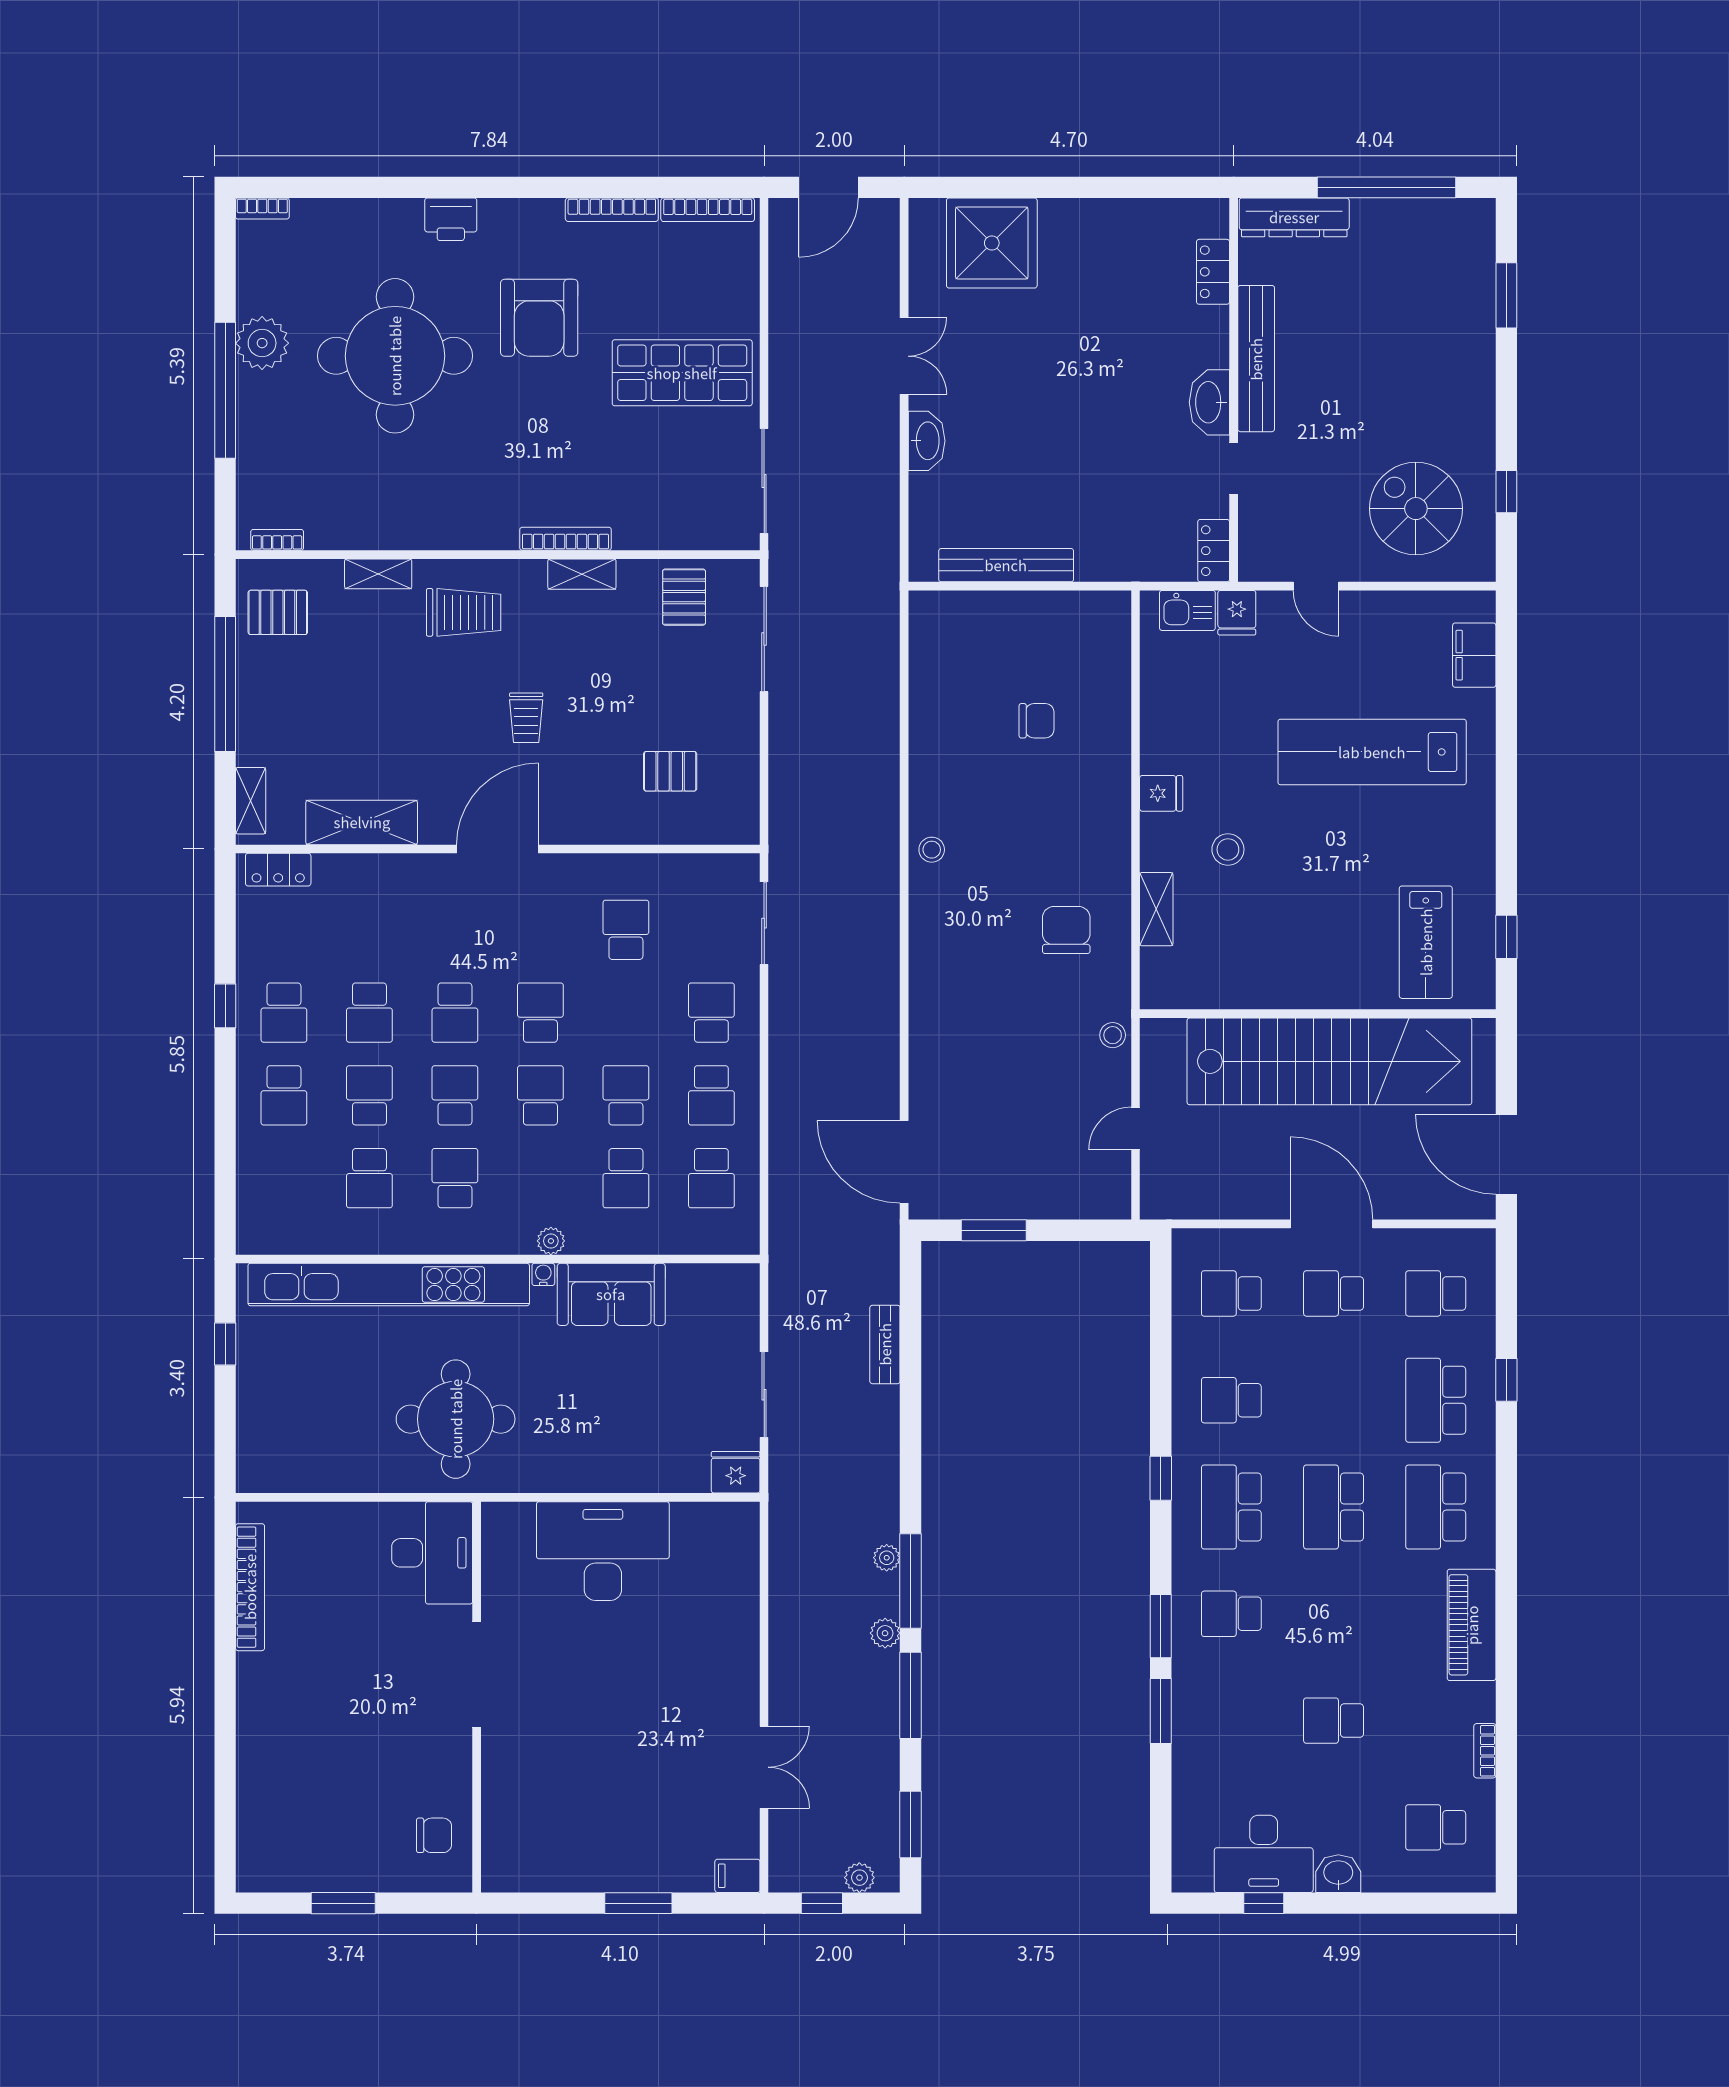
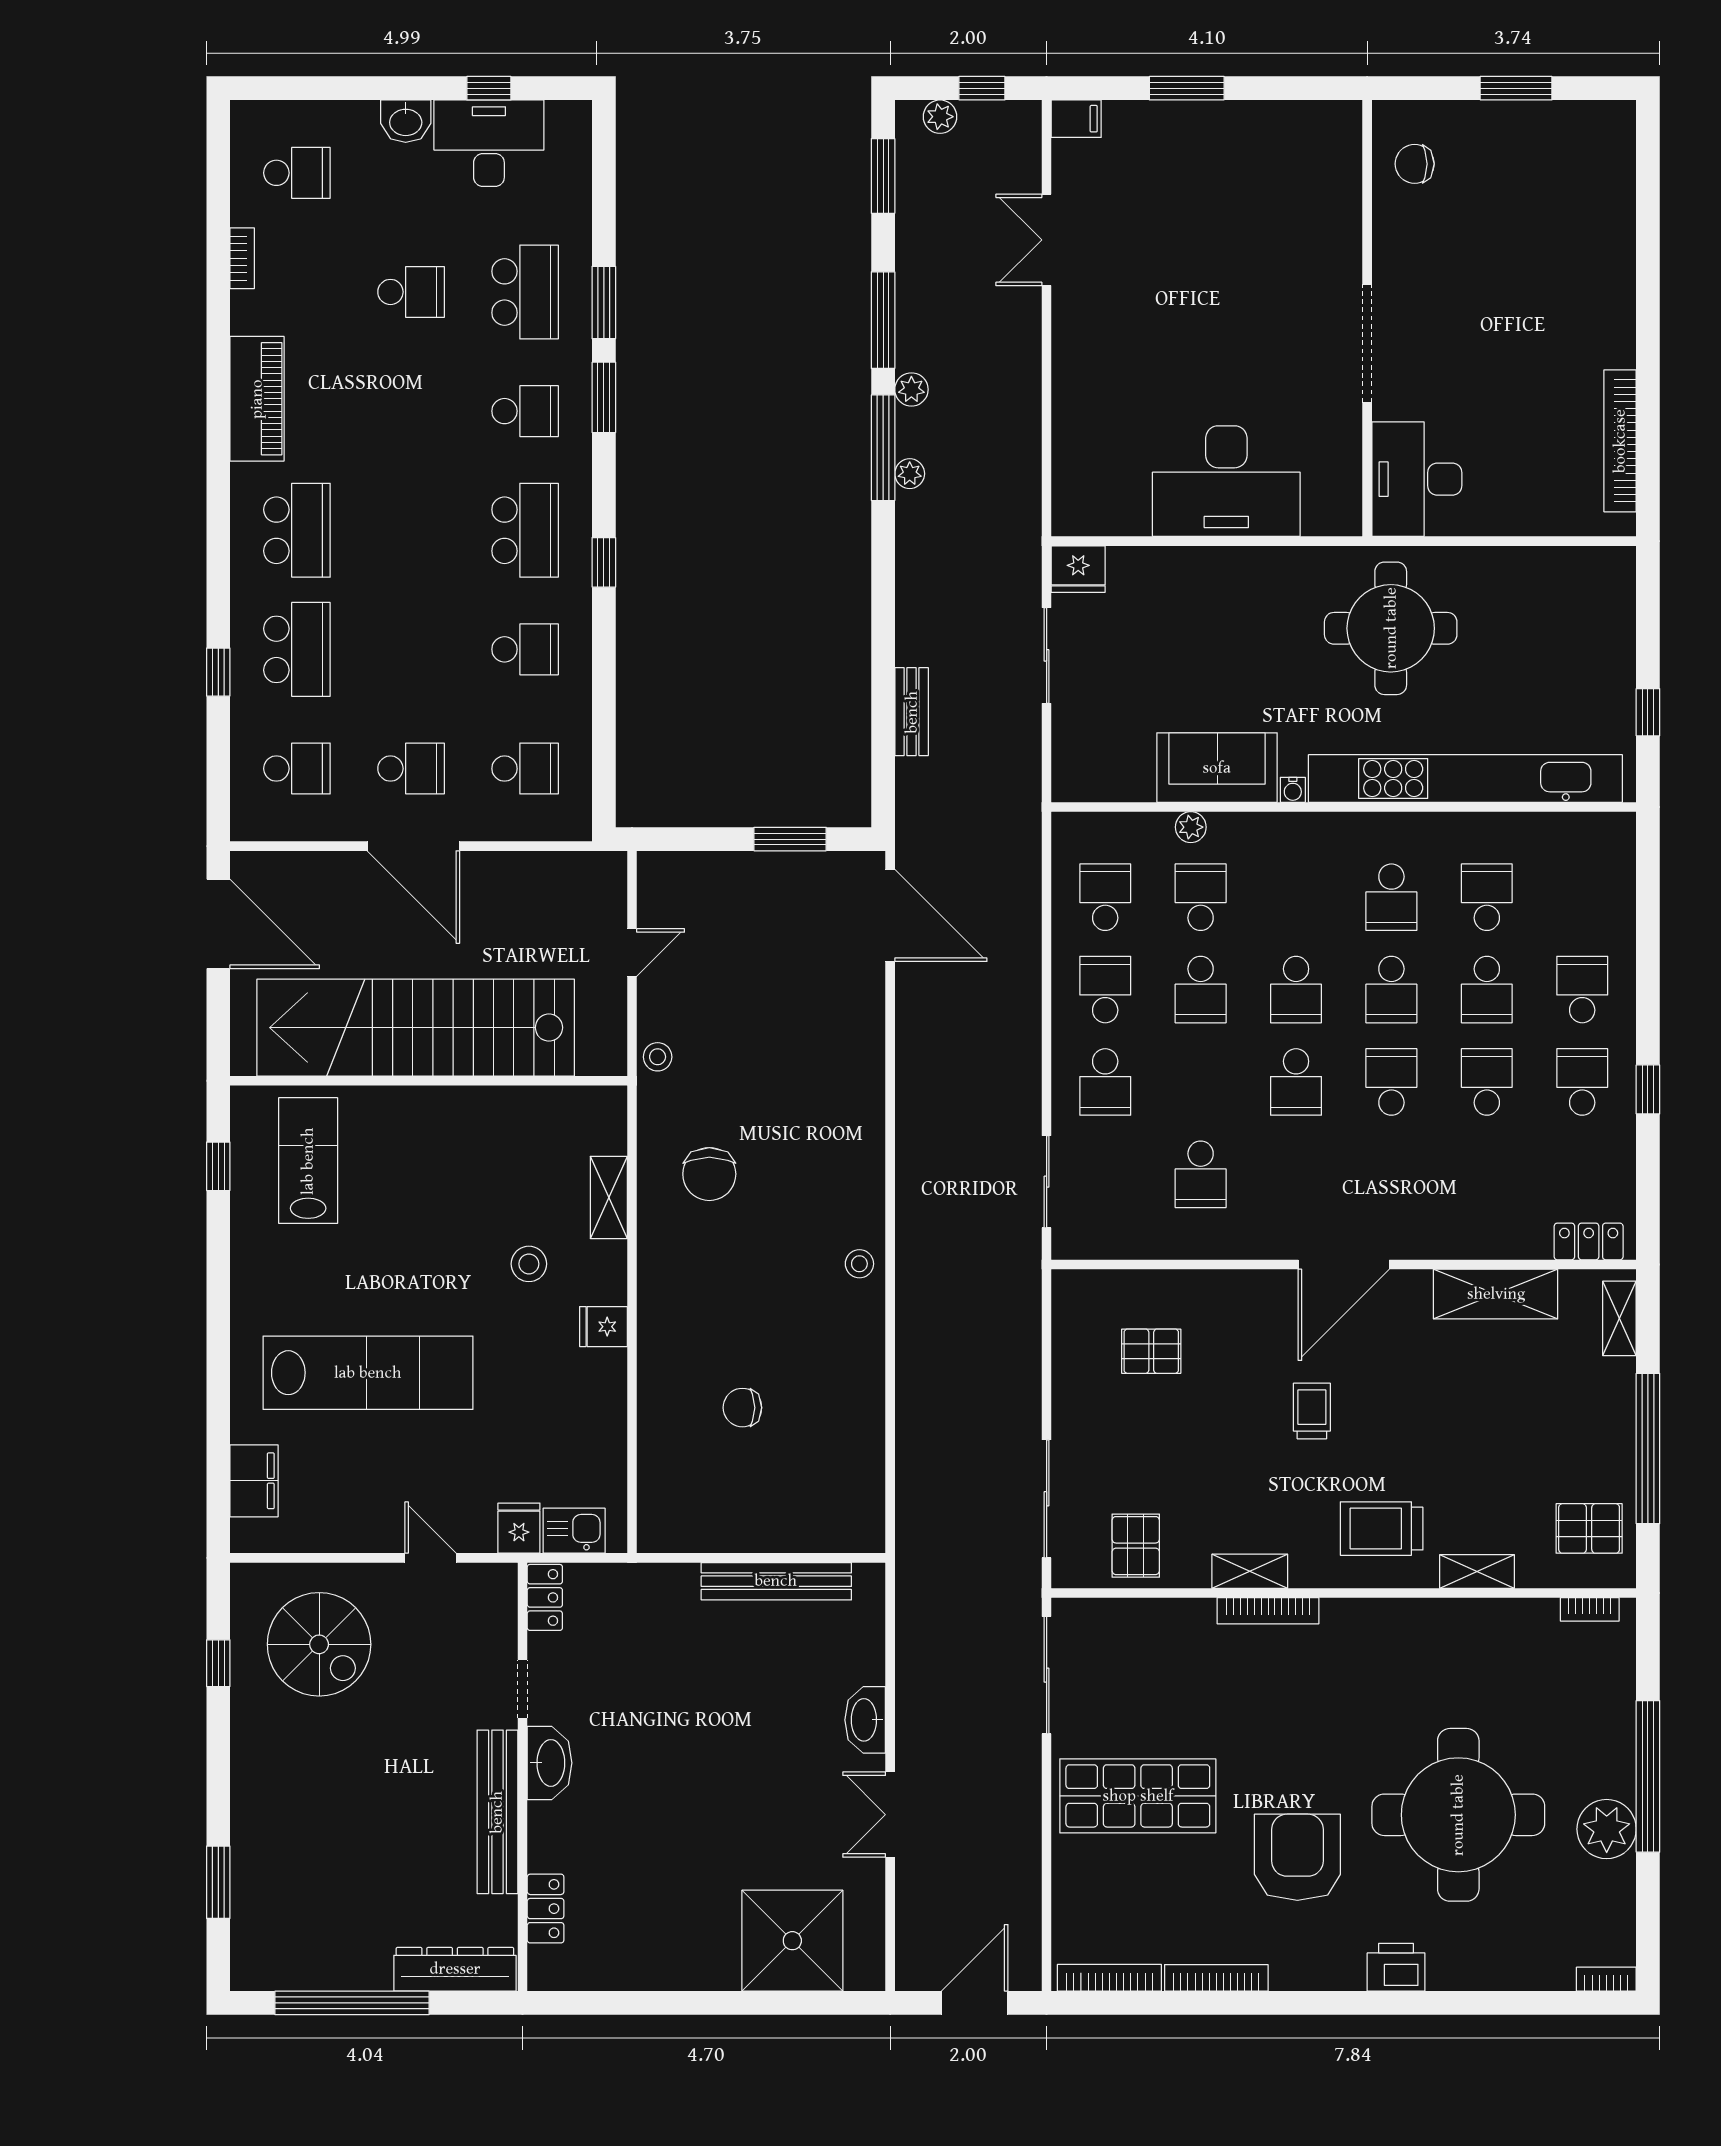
plant: (551, 1241) -> (1191, 827), moved
school desk: (1334, 1507) -> (525, 292), moved

